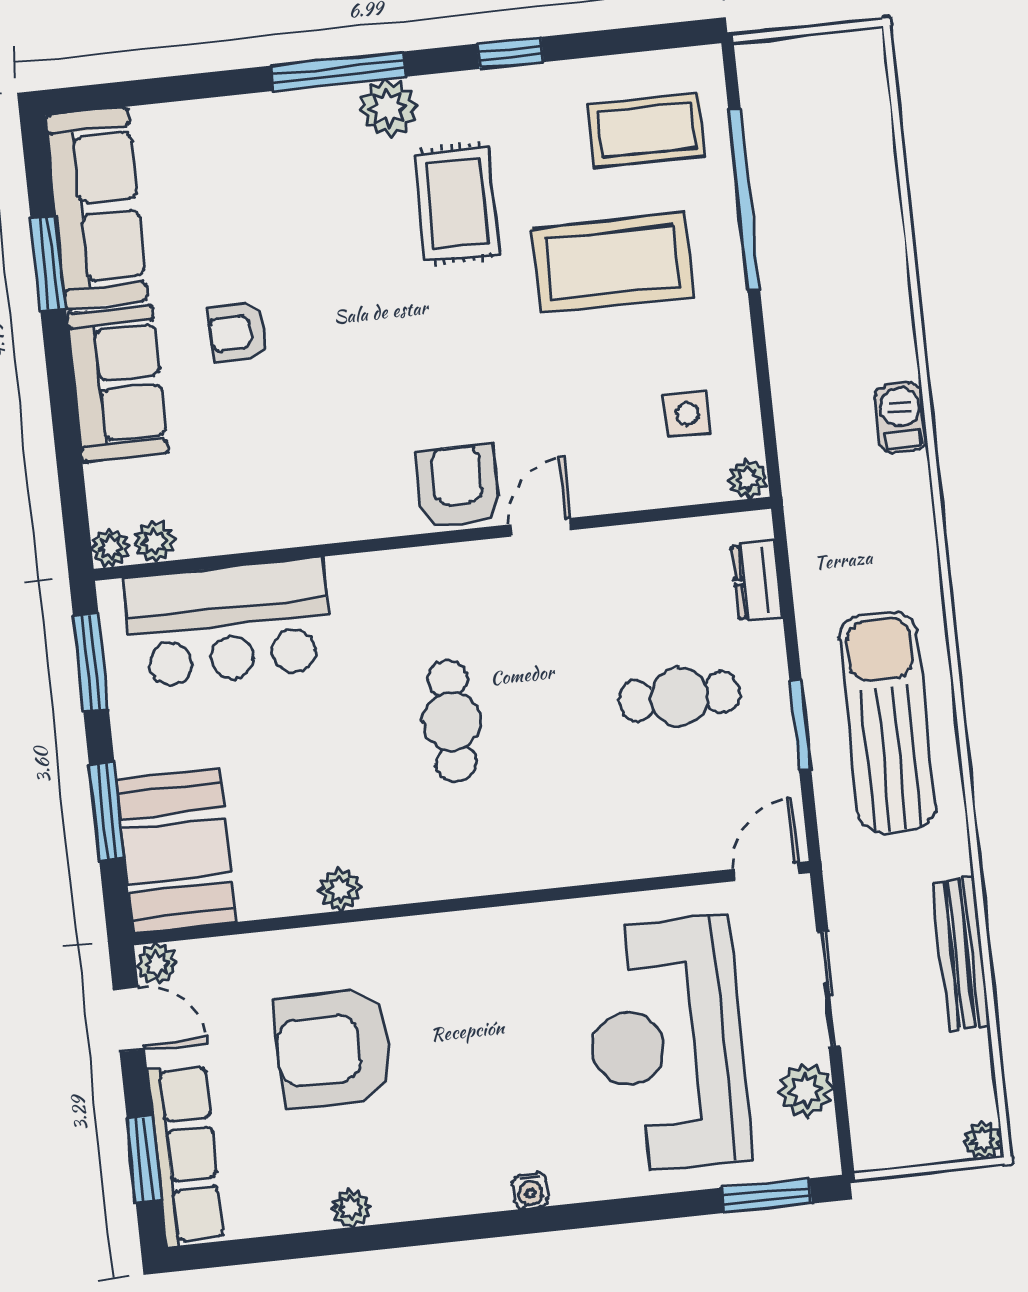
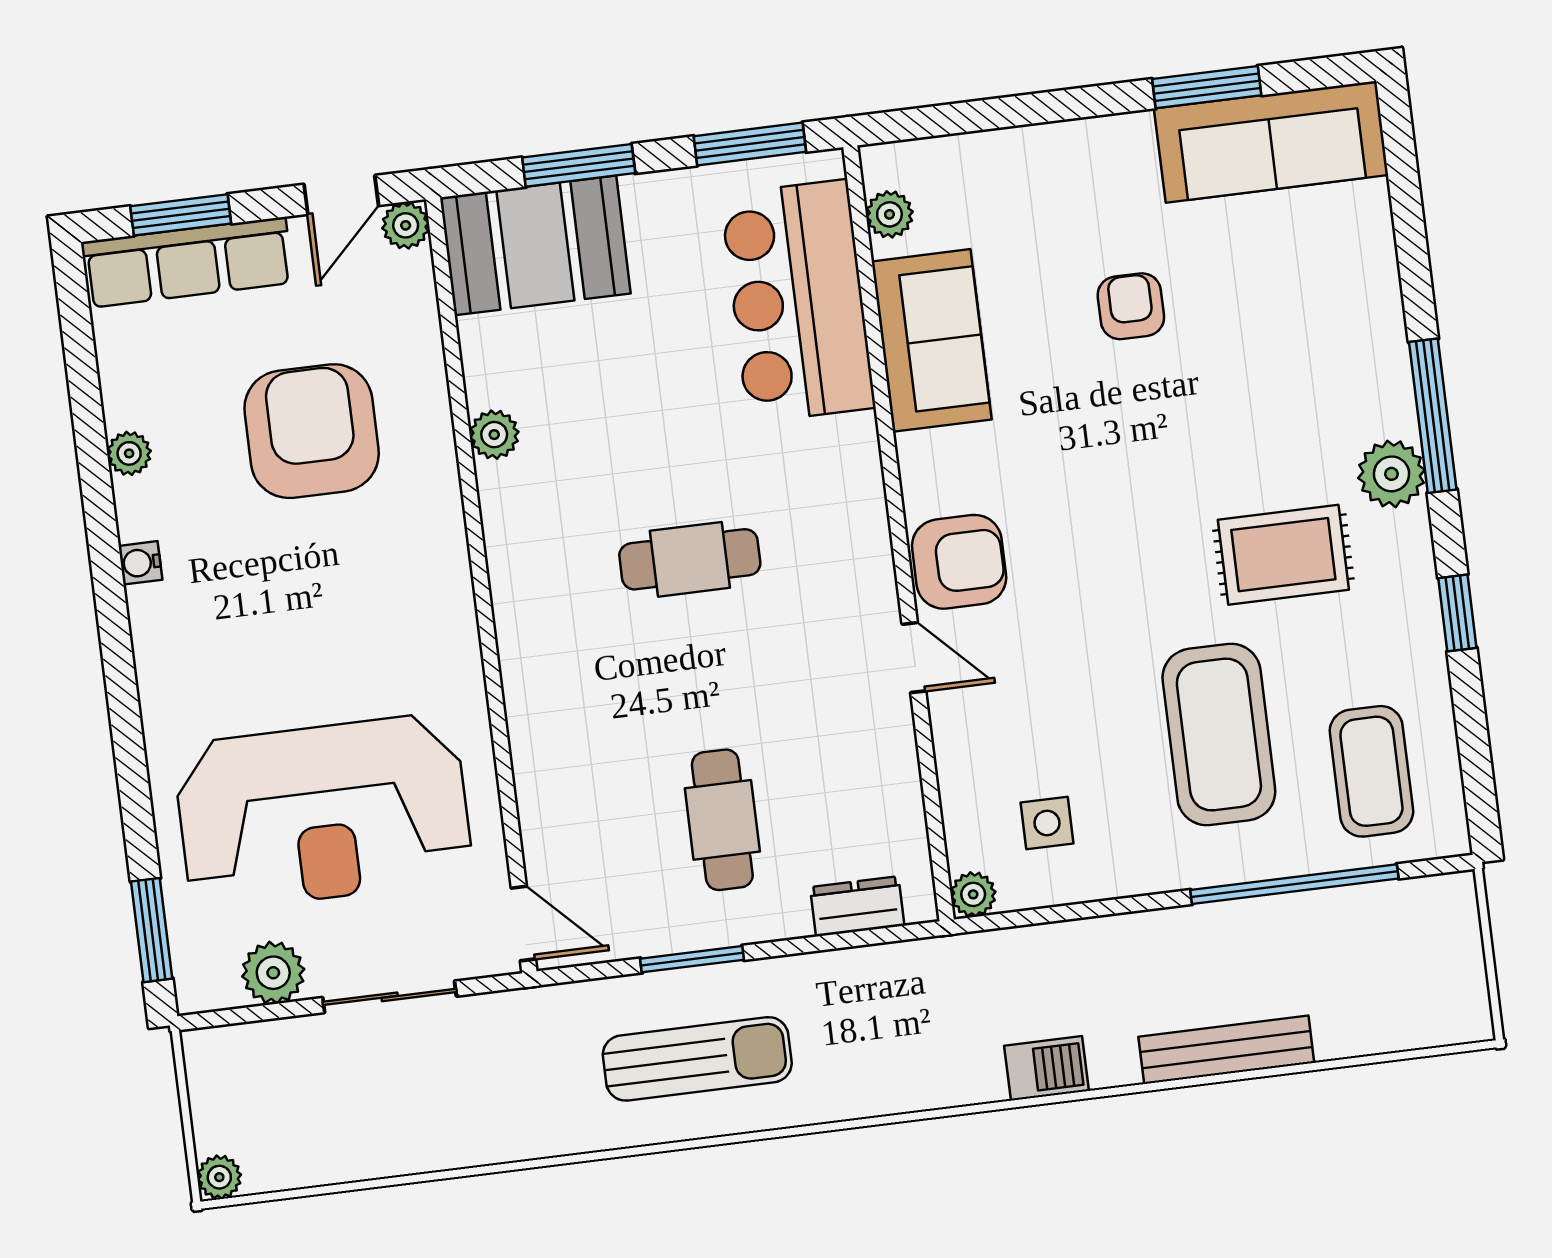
sofa: (117, 384) -> (932, 340), moved, turned -90
plant: (111, 548) -> (882, 165), removed
sun lounger: (887, 722) -> (697, 1059), width x0.73, depth x0.75
bench: (961, 954) -> (1226, 1050), moved
reception desk: (667, 1044) -> (323, 812), turned 180
water cooler: (530, 1191) -> (140, 563), moved

